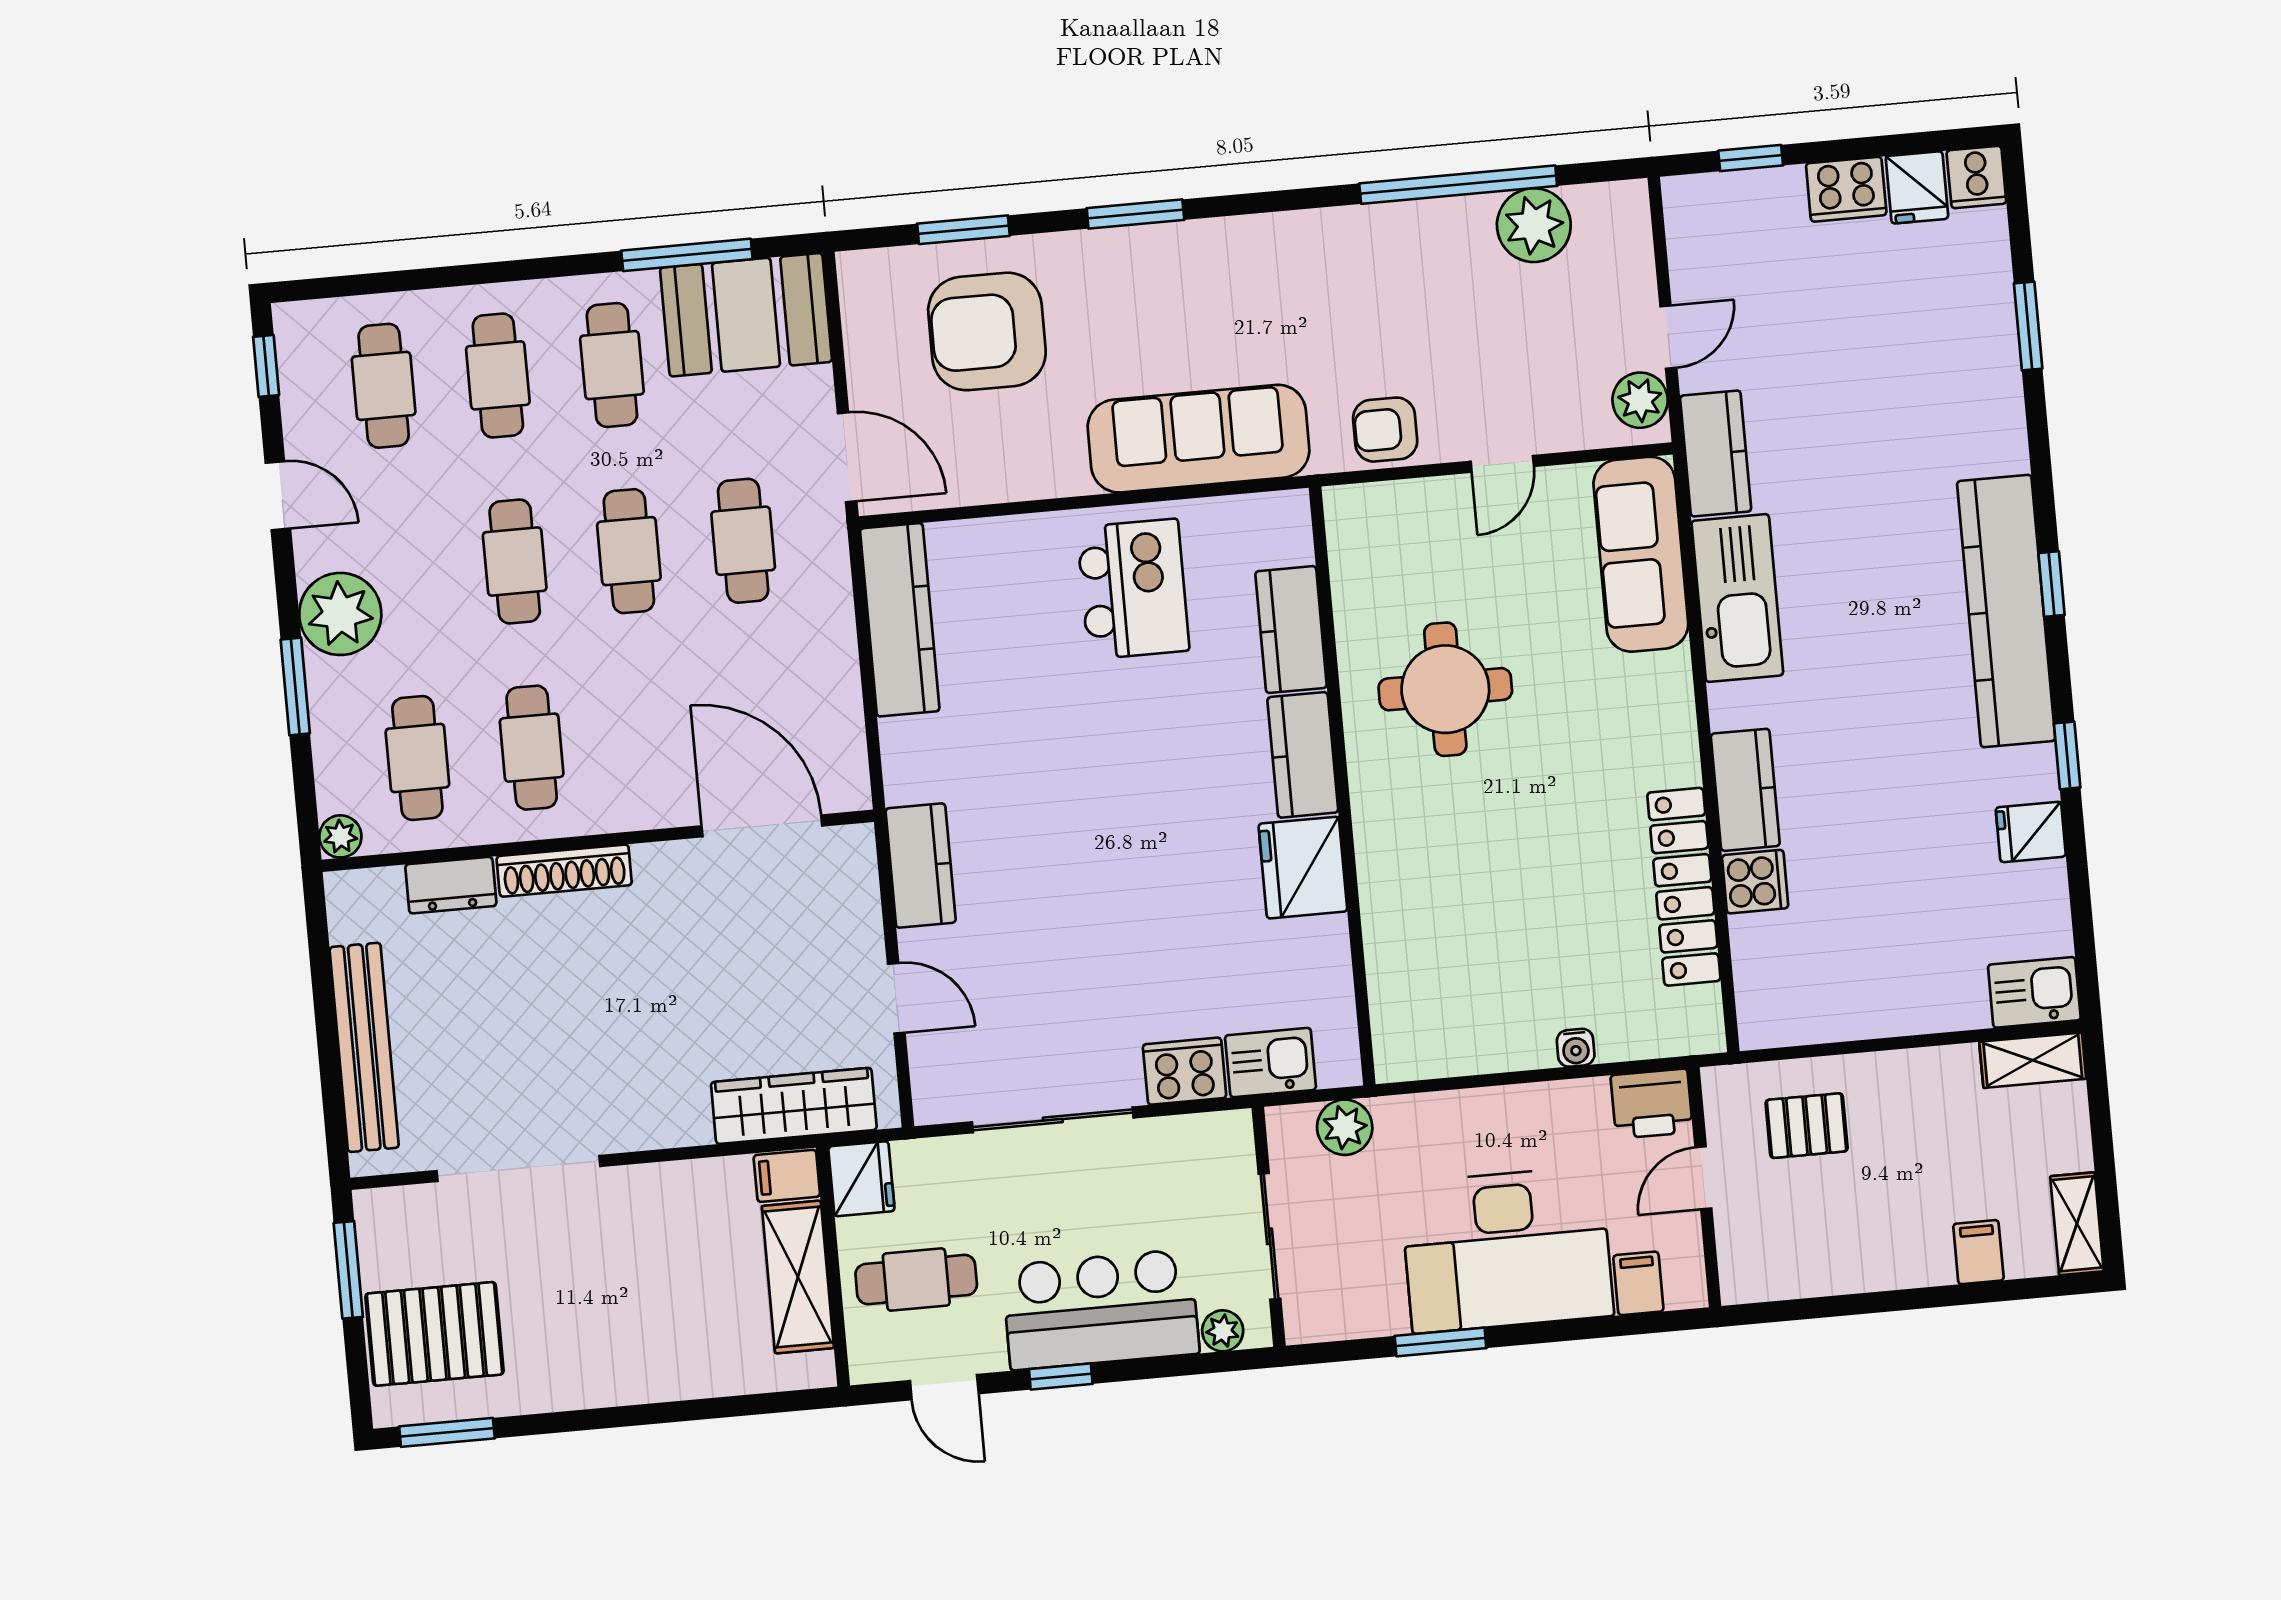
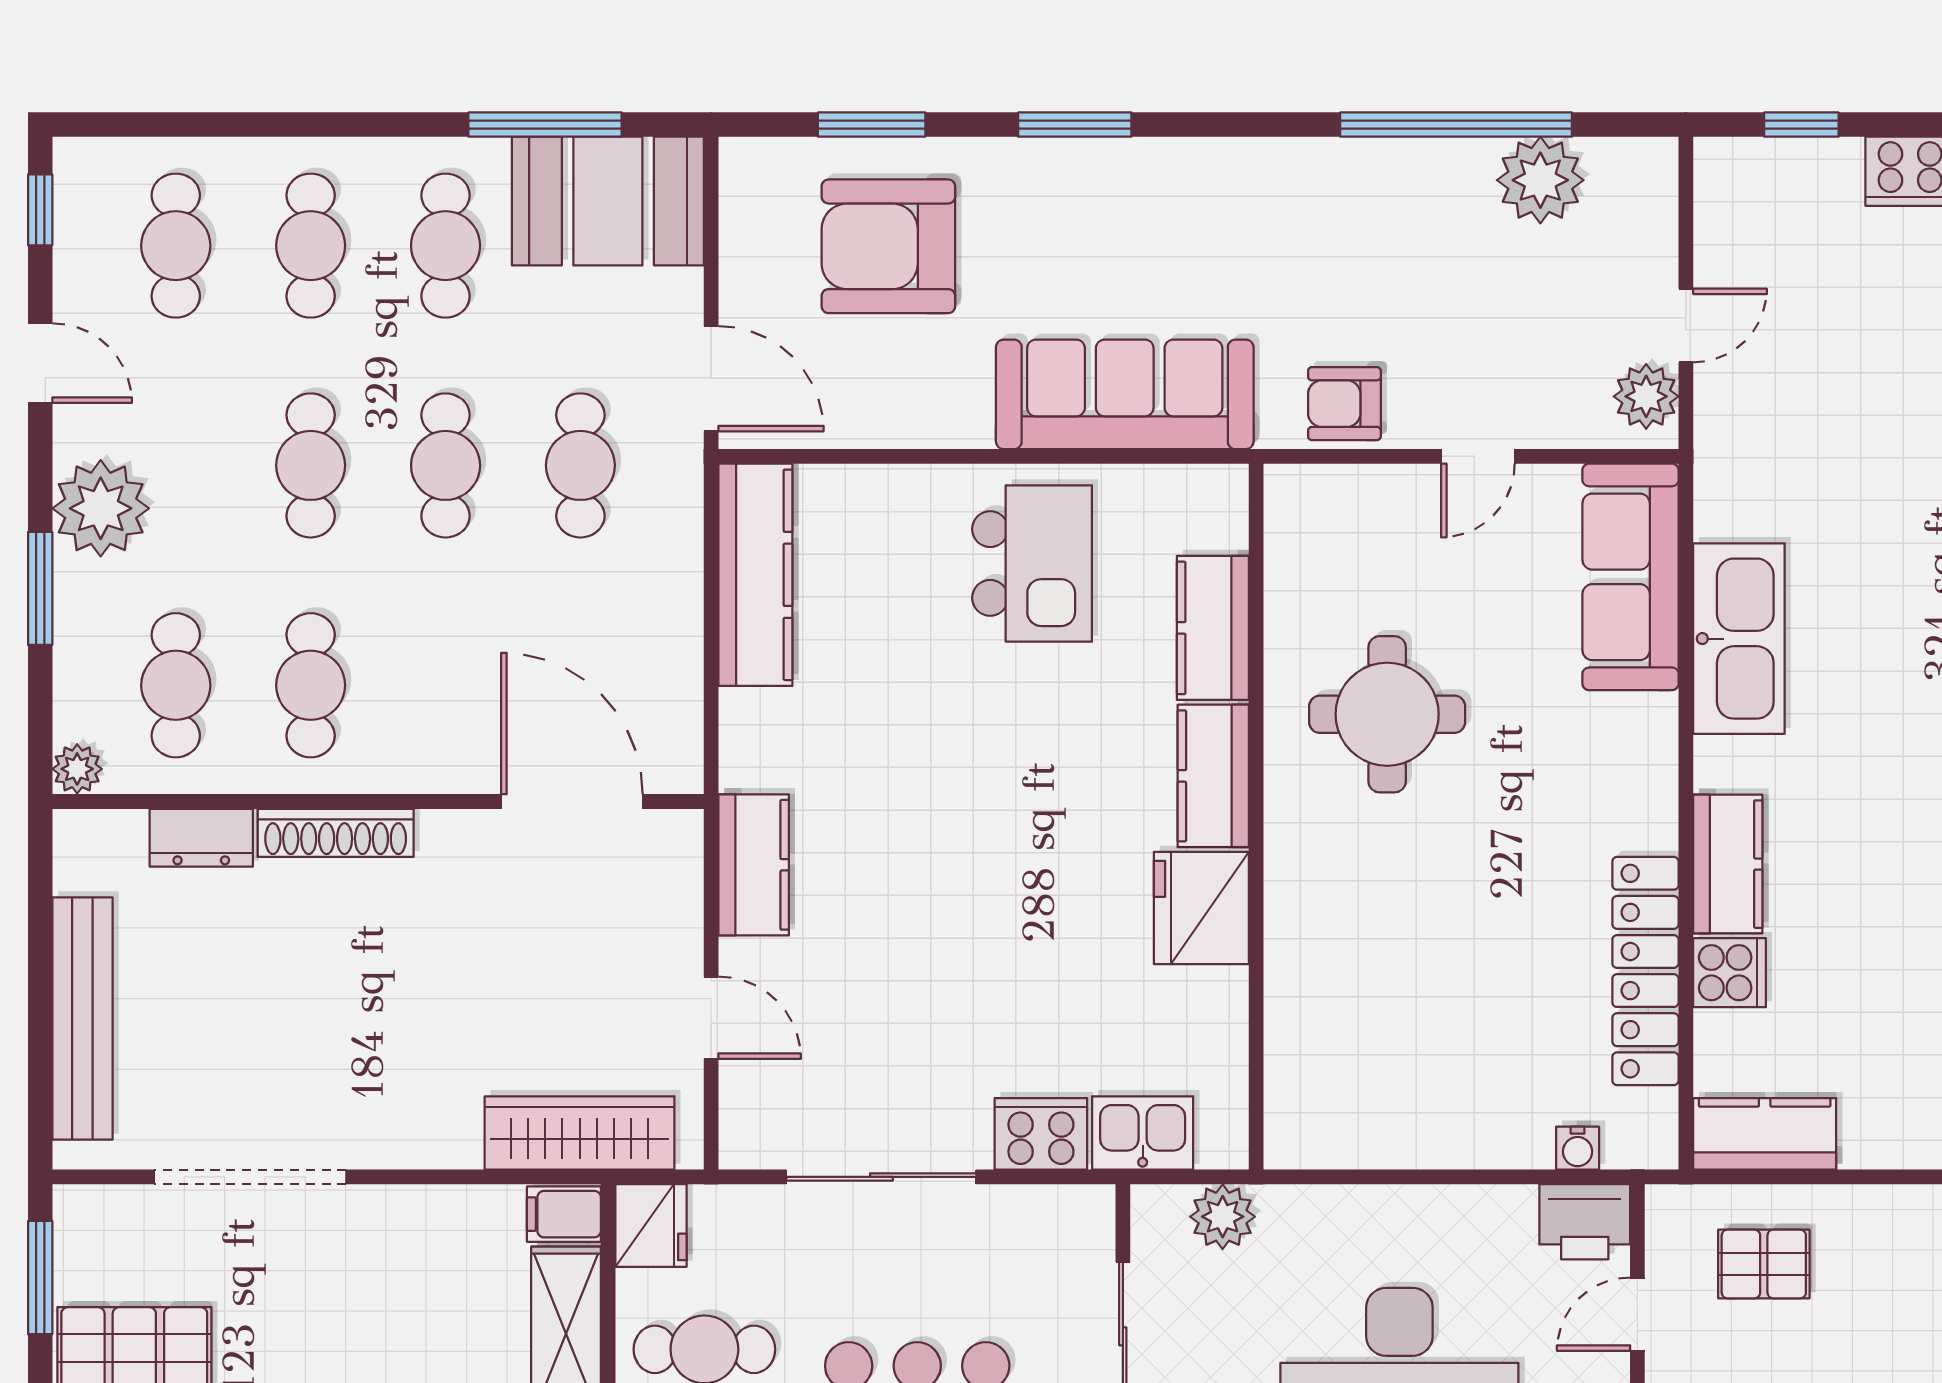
kitchen counter: (1716, 453) -> (1765, 1134), moved, turned -90
water cooler: (1576, 1048) -> (1578, 1148), moved

